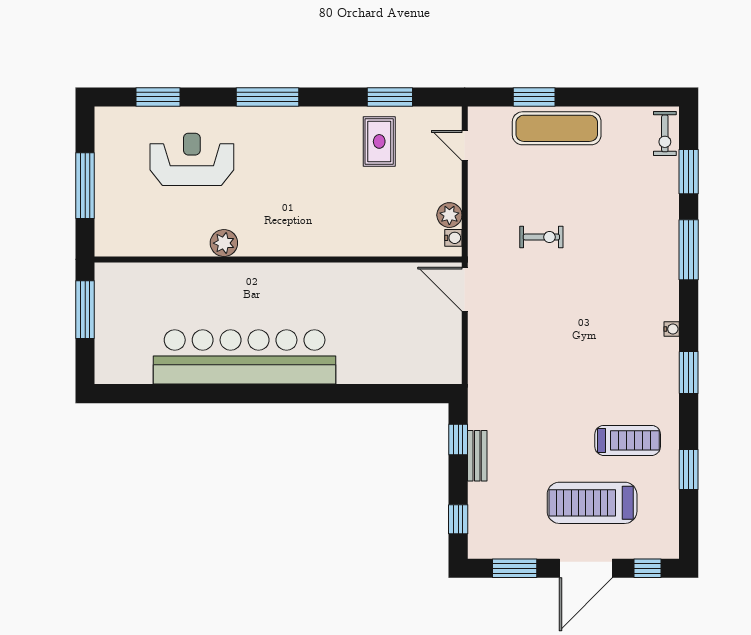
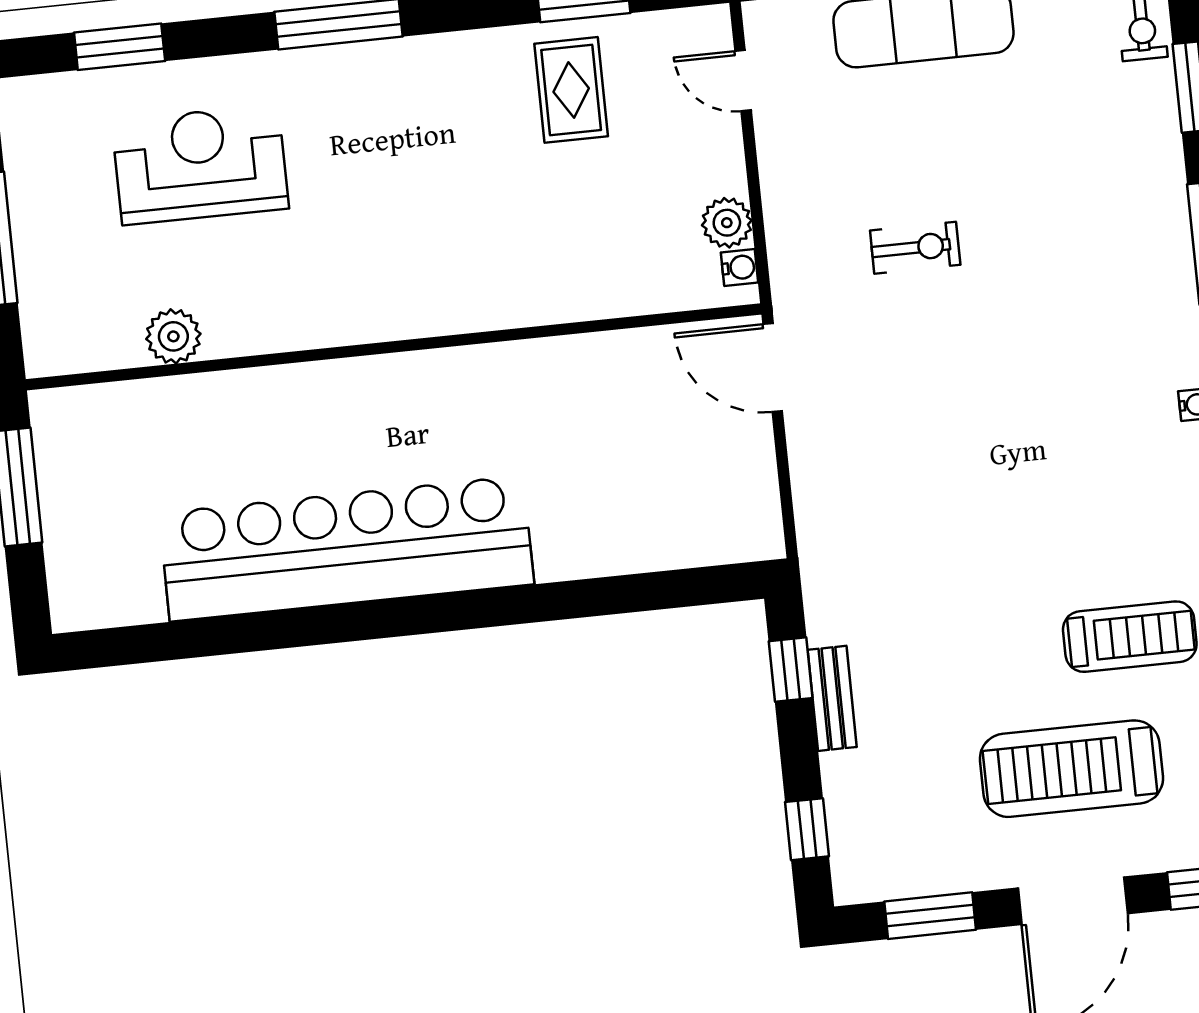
plant: (224, 243) -> (173, 336), moved

